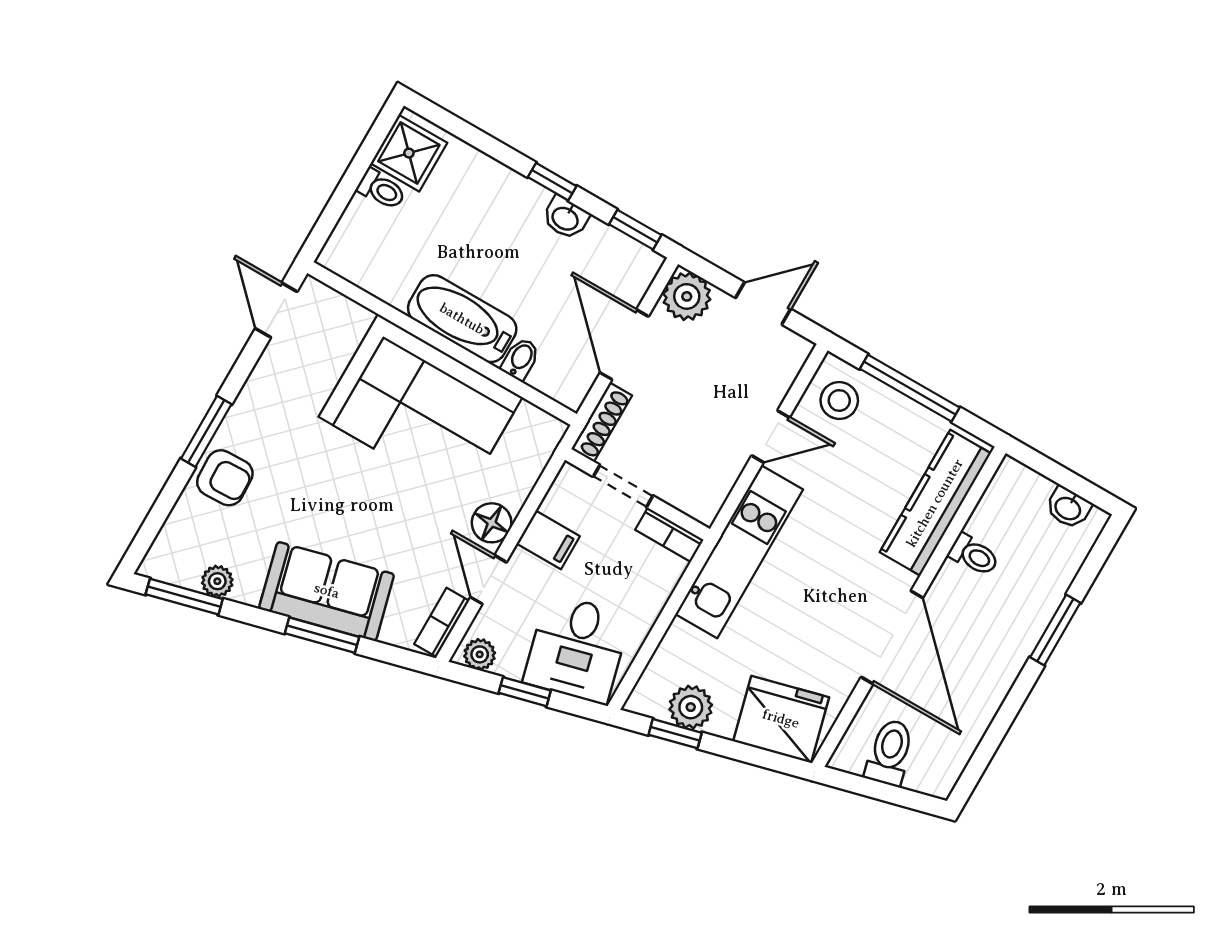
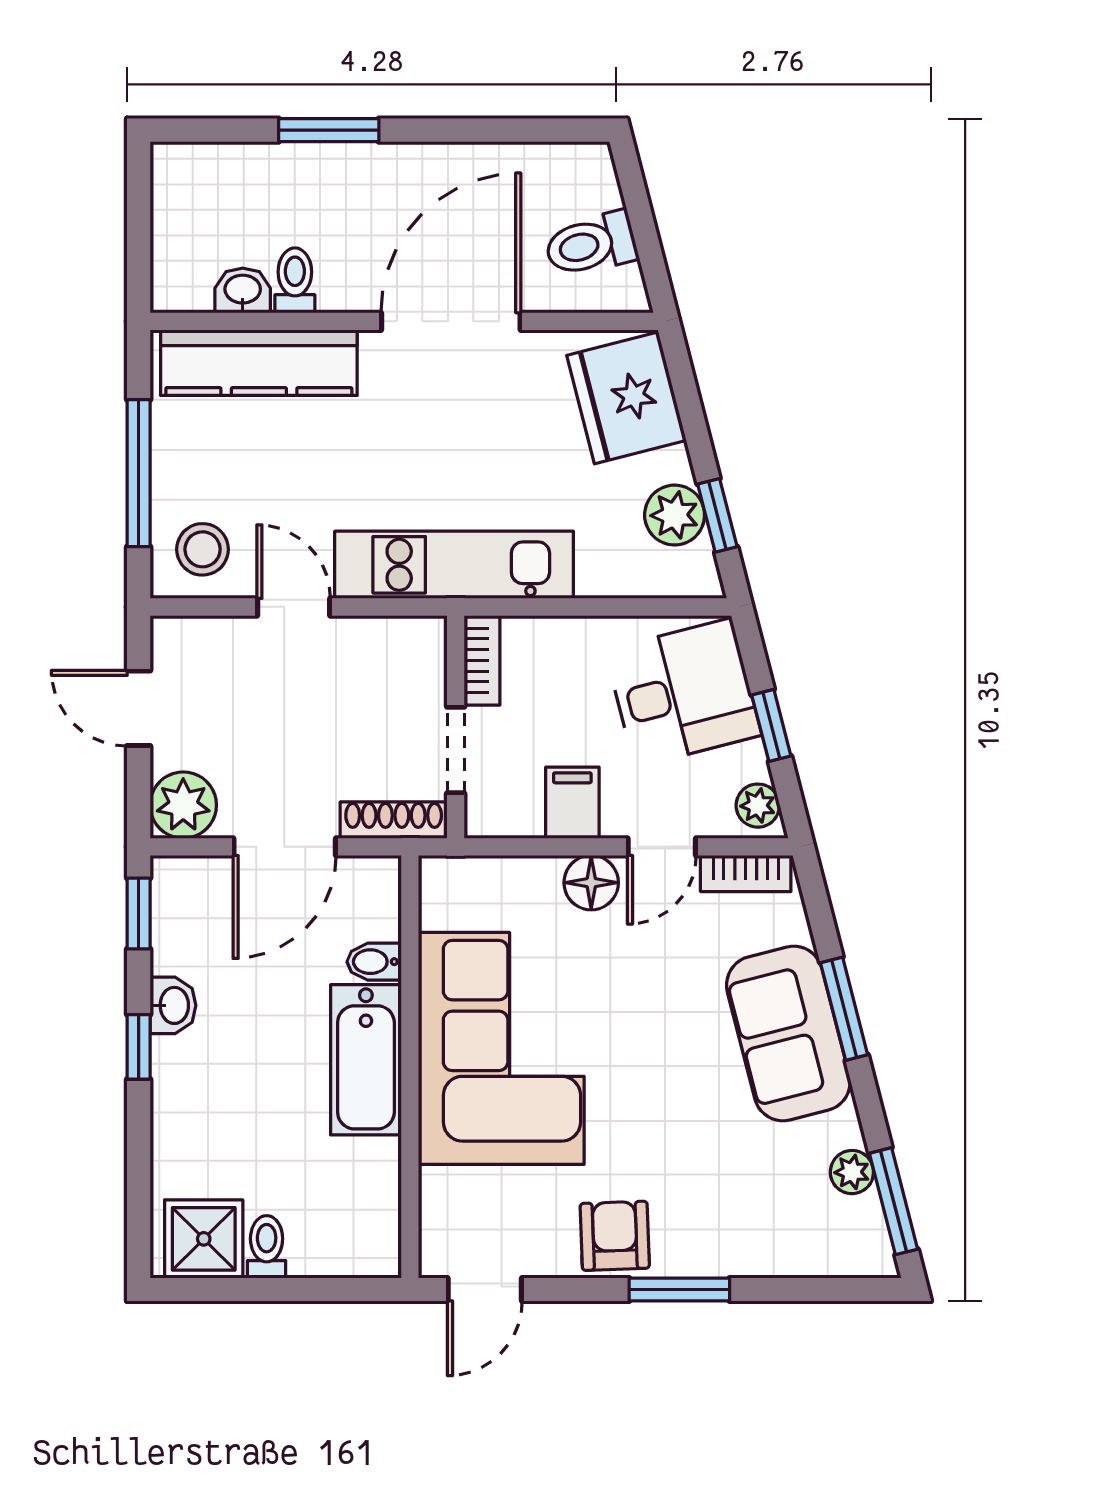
armchair: (225, 478) -> (615, 1236), moved
washbasin: (1068, 508) -> (243, 290), moved, turned -90

